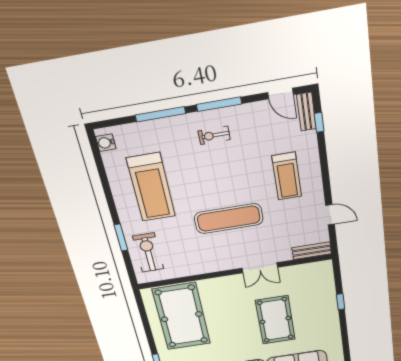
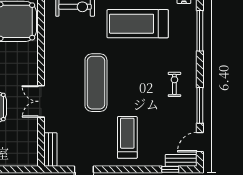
window: (219, 104) -> (200, 105), moved
window: (160, 114) -> (200, 31), moved
treadmill: (287, 176) -> (127, 137), turned 90

